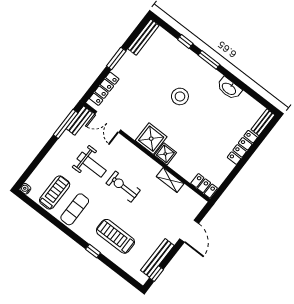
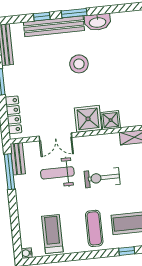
bench: (187, 56) -> (54, 26), added
washbasin: (229, 88) -> (98, 22), moved
double door: (108, 122) -> (55, 137), moved
weight bench: (92, 165) -> (57, 173), moved, turned 180
exercise mat: (75, 209) -> (94, 228), moved

